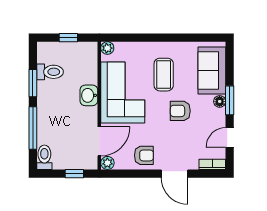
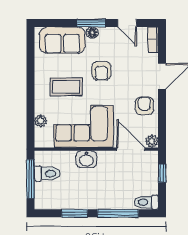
window: (68, 38) -> (30, 179), width x2.17
plant: (107, 48) -> (41, 121), moved
toilet: (50, 72) -> (47, 174), moved, turned 90

